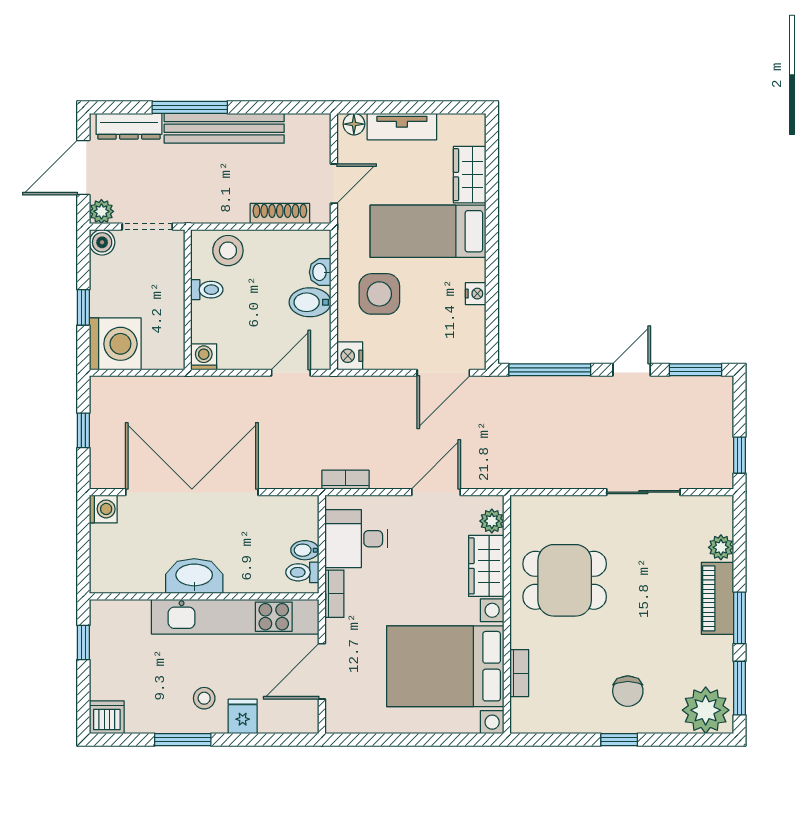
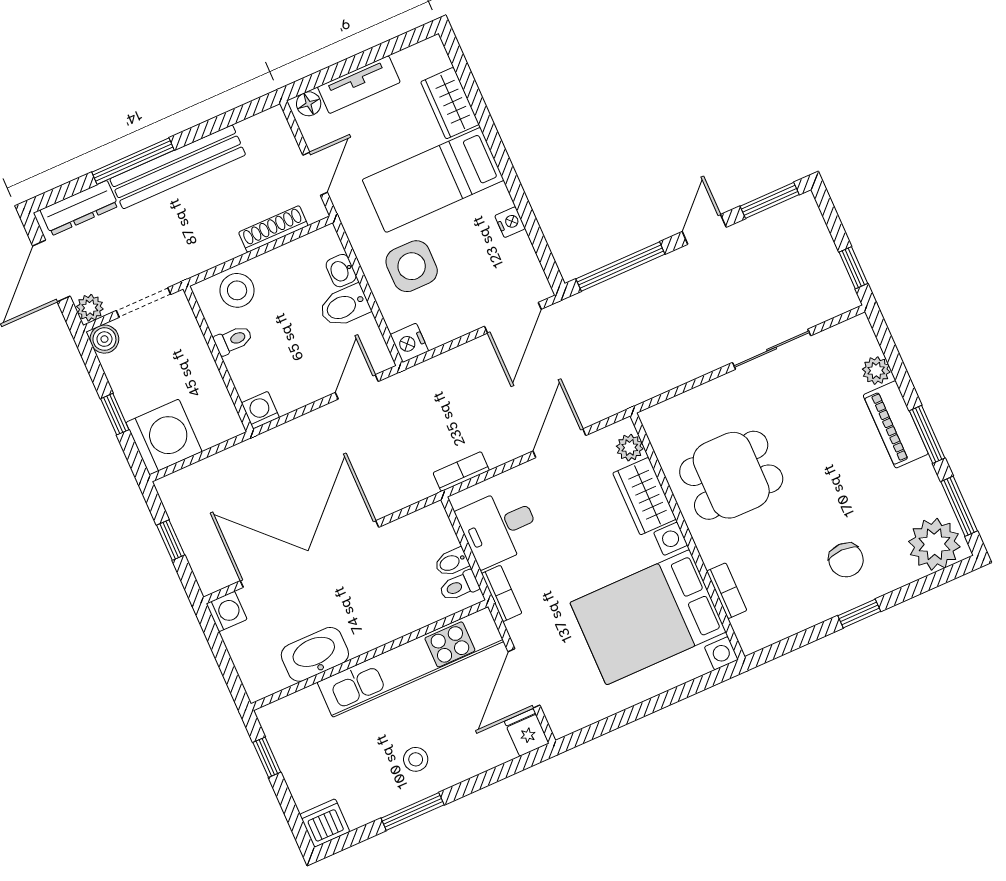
washbasin: (194, 576) -> (315, 654), moved
fridge: (243, 716) -> (527, 732), moved

